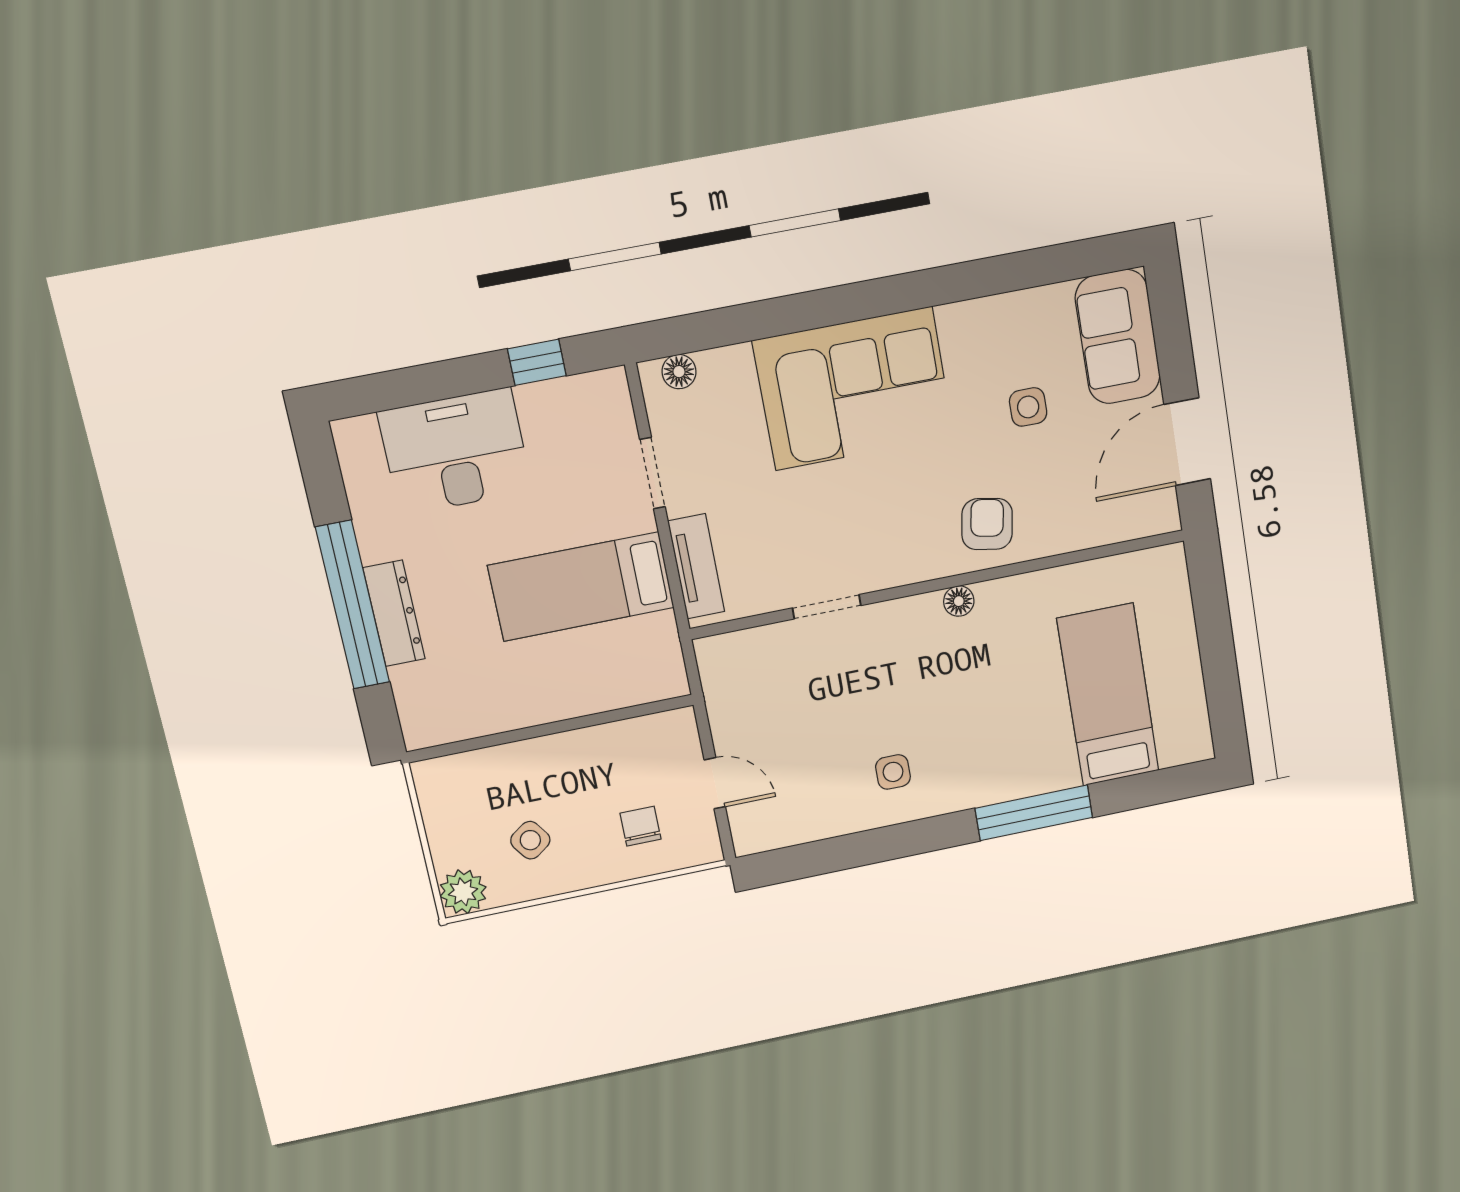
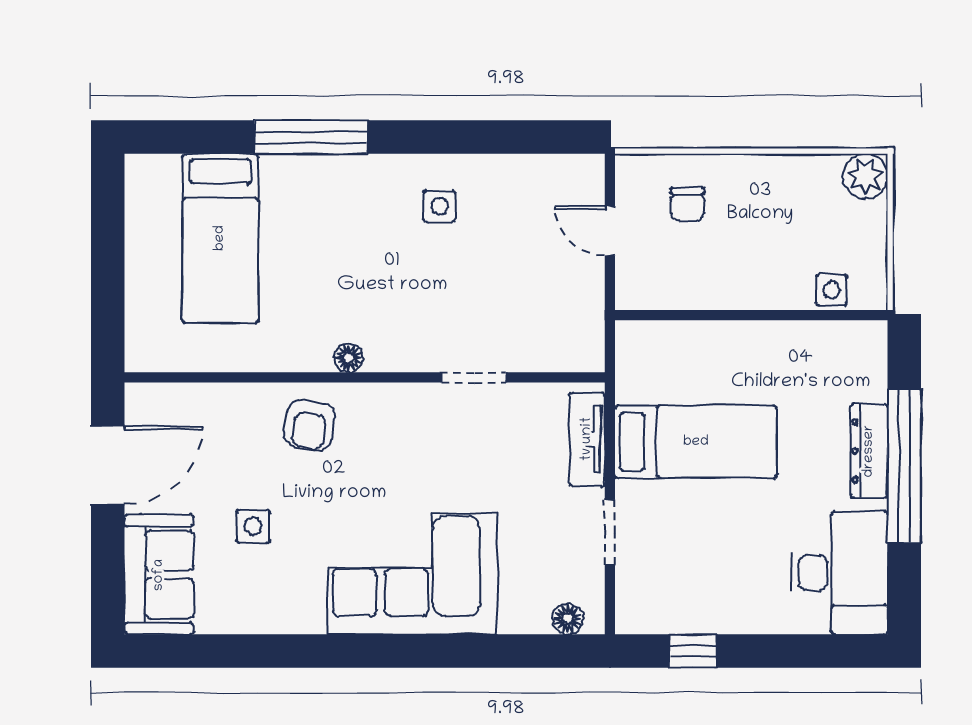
desk: (455, 451) -> (839, 573), moved, turned -90
side table: (530, 840) -> (831, 290), moved, turned 35

